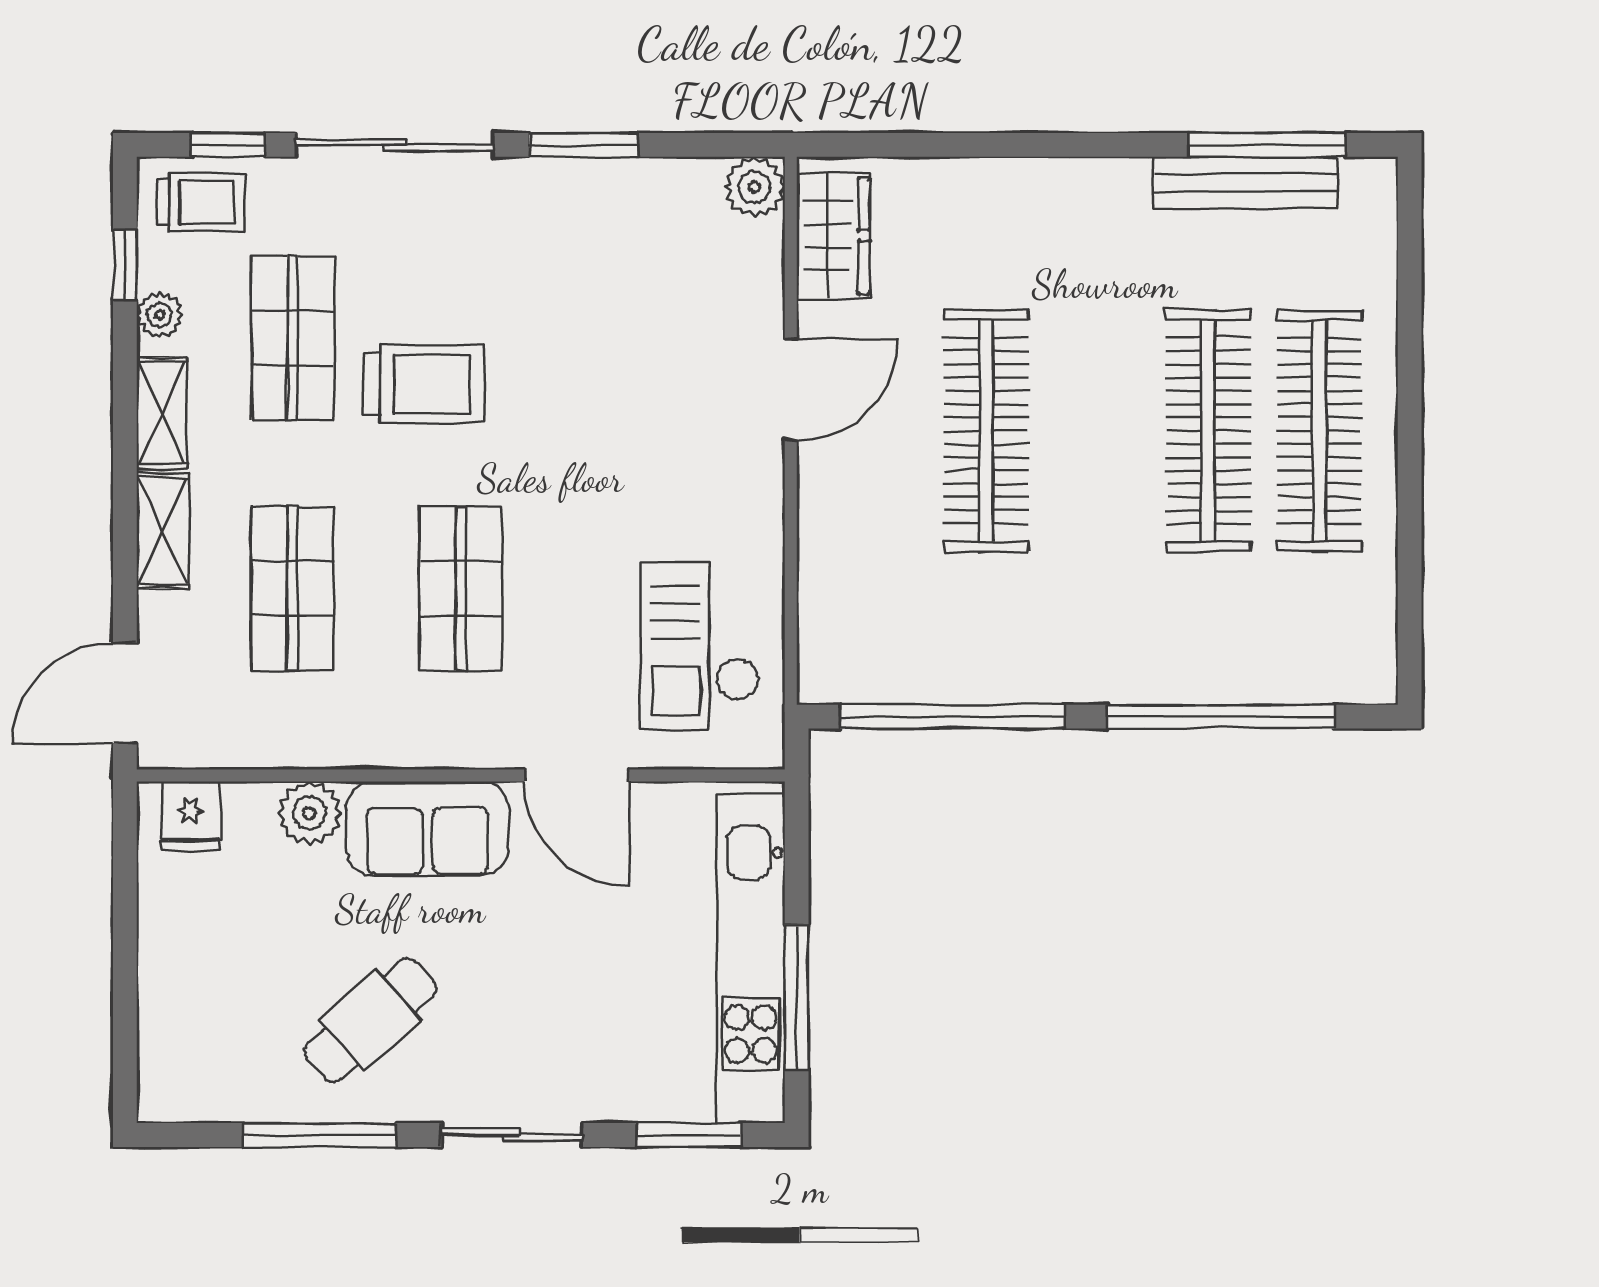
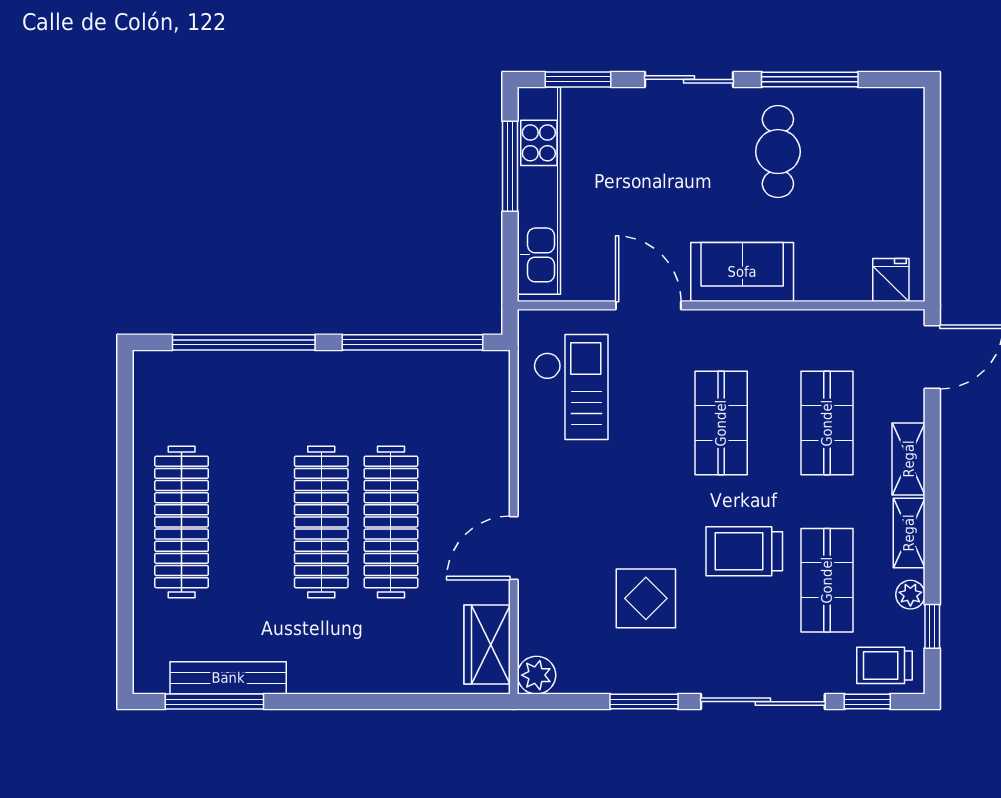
display table: (581, 309) -> (646, 598), added
clothes rail: (1208, 431) -> (321, 522), moved
plant: (309, 813) -> (816, 282), removed
cafe table: (370, 1020) -> (778, 152), turned -48

